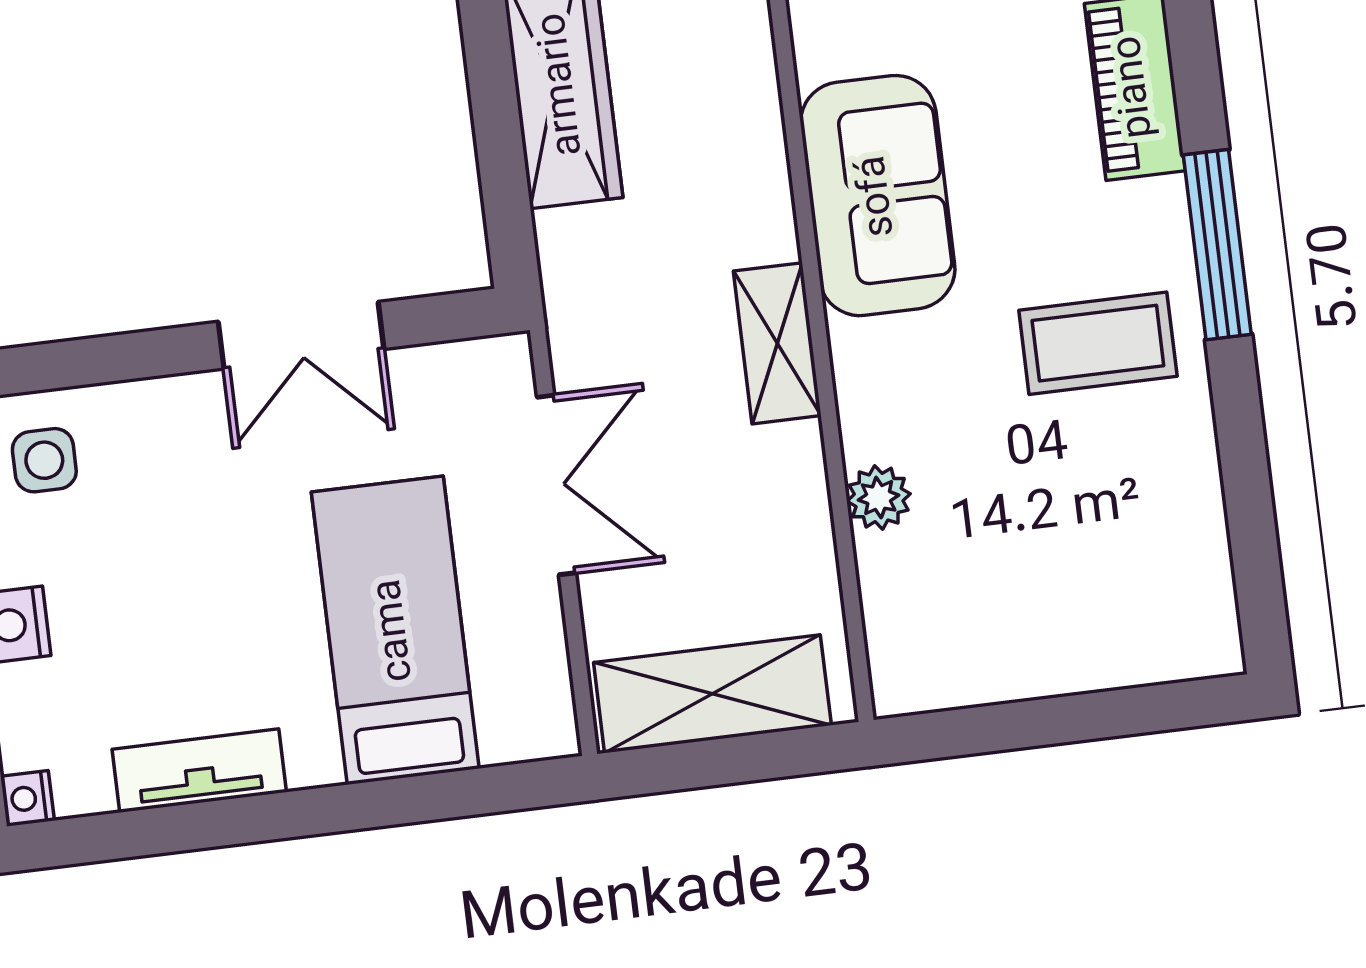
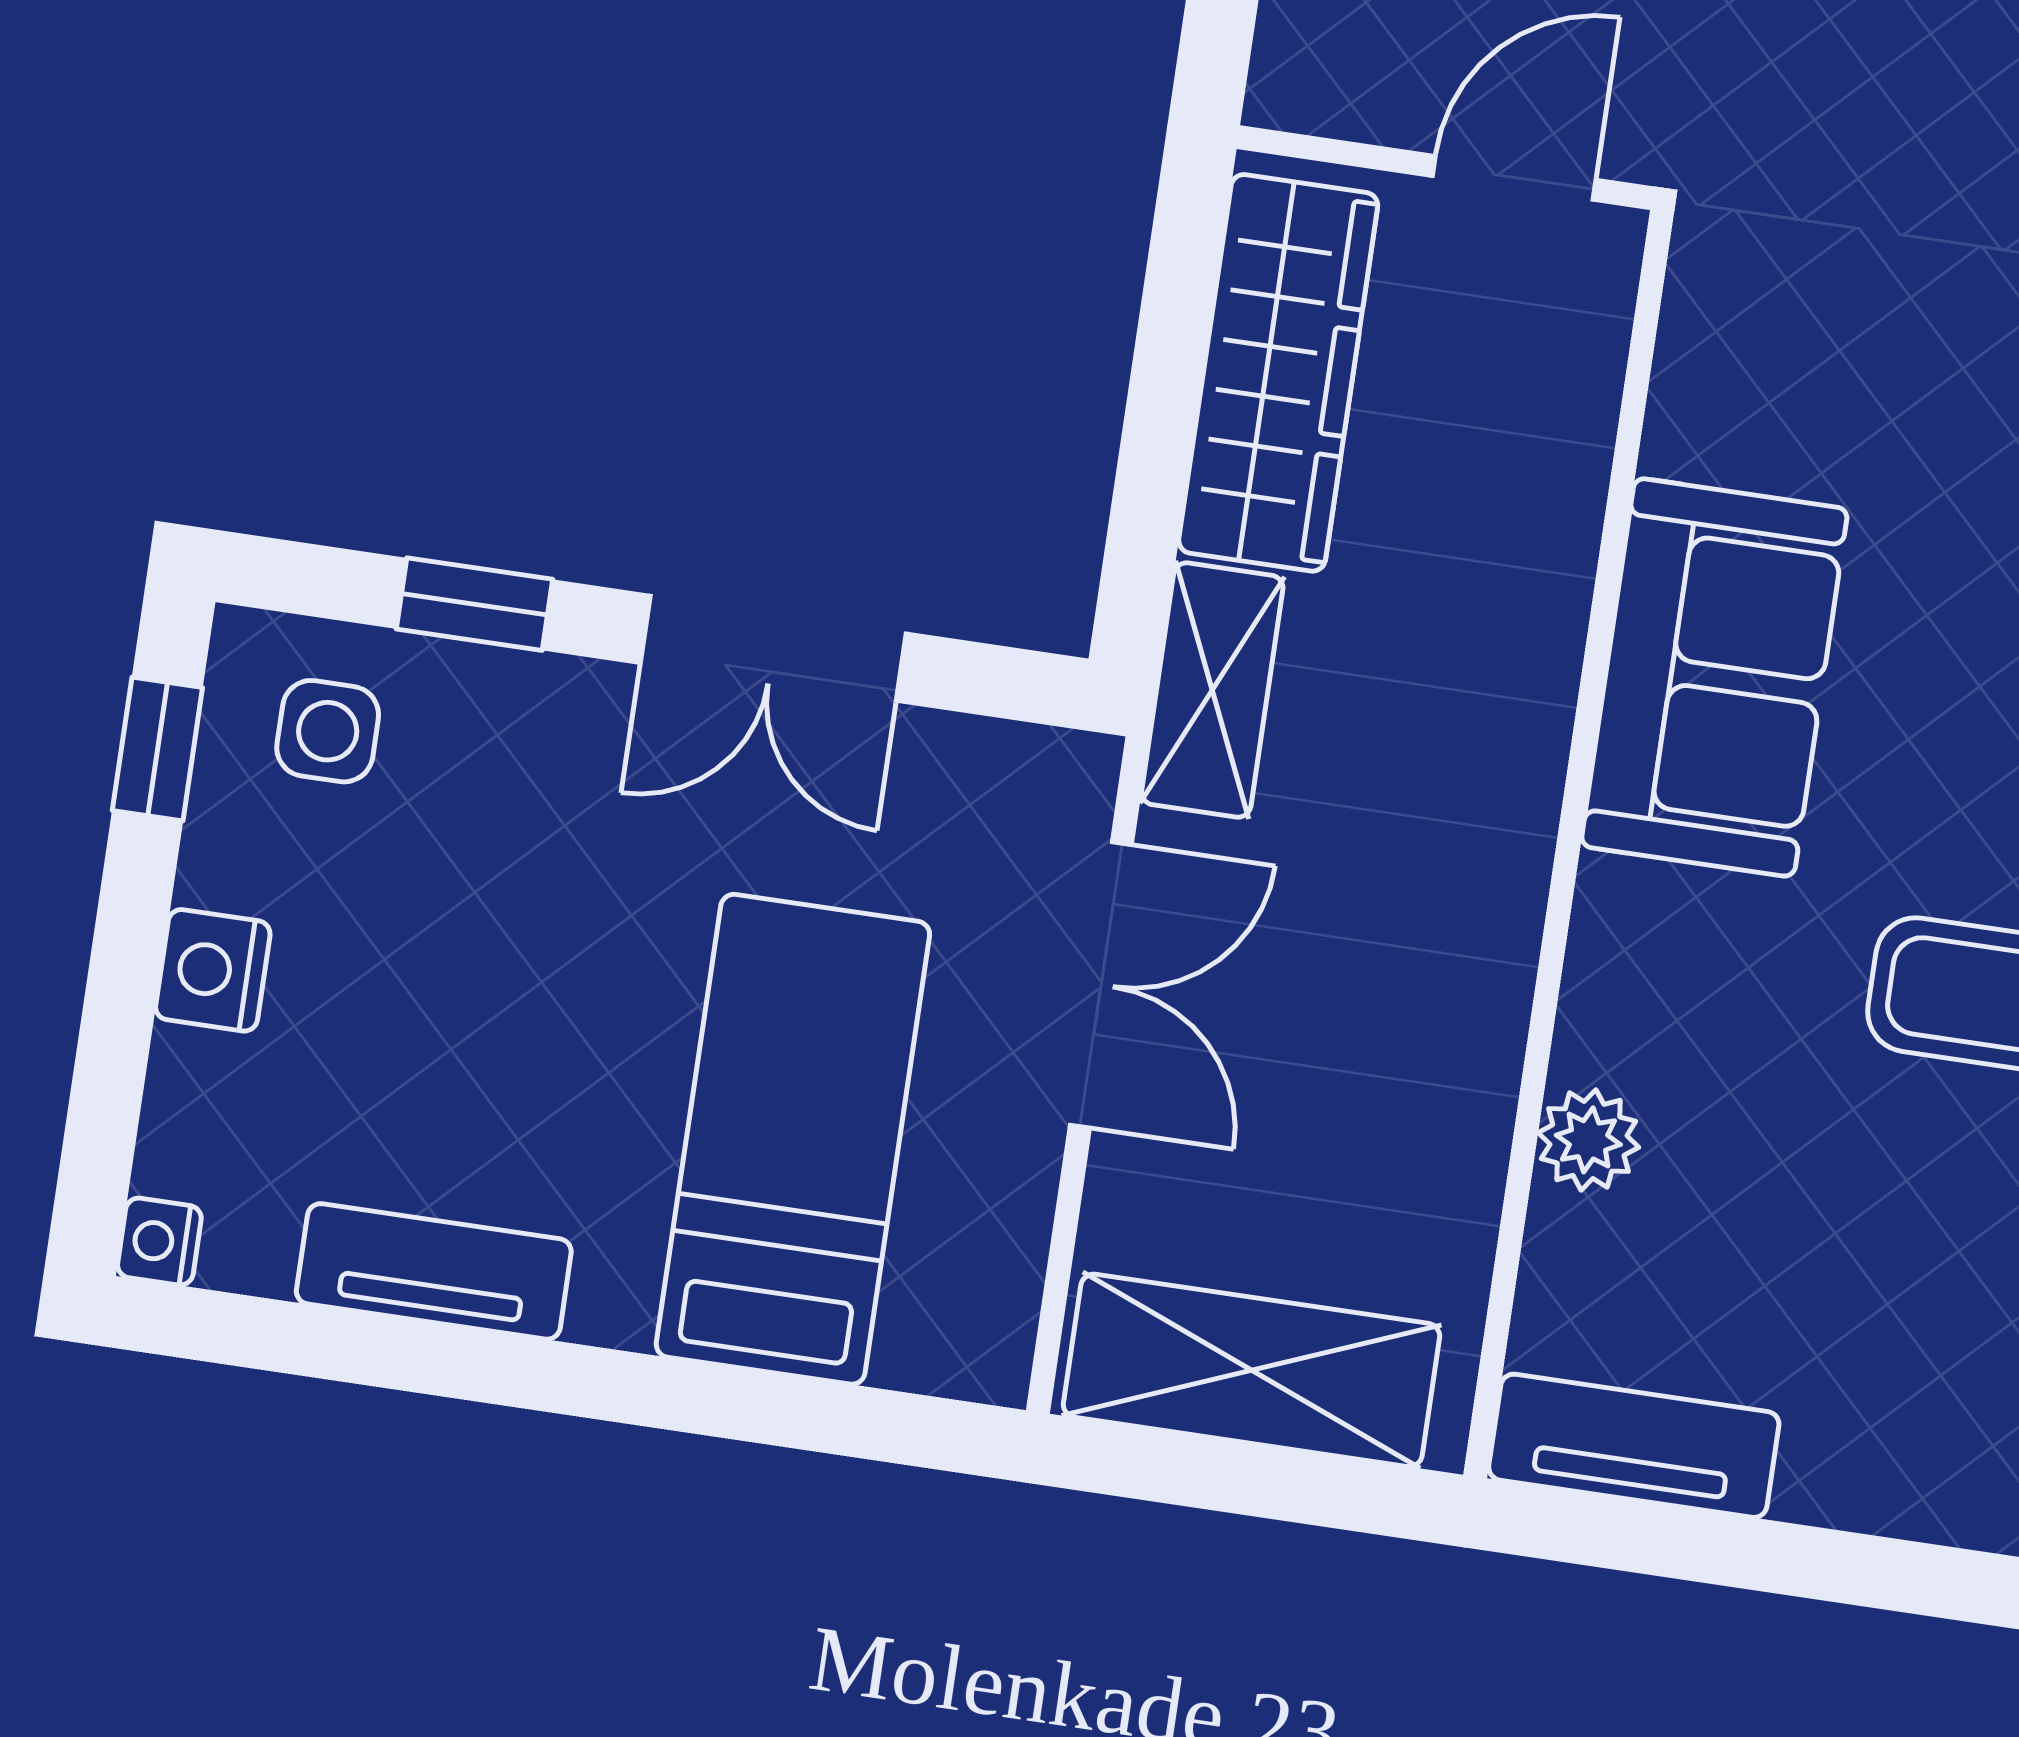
shelving: (777, 343) -> (1212, 690), moved
window: (112, 358) -> (474, 604), added
tv unit: (957, 676) -> (1634, 1446), added

